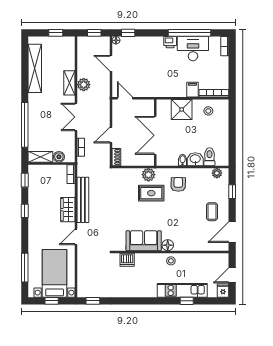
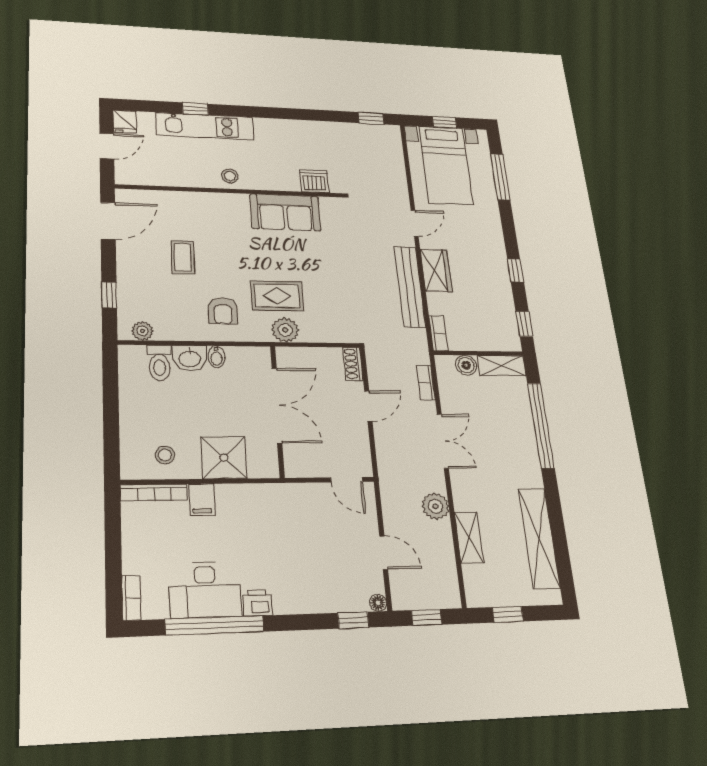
shelving: (69, 83) -> (469, 537), moved
coffee table: (212, 212) -> (183, 257), moved
floor lamp: (168, 245) -> (238, 203), removed

